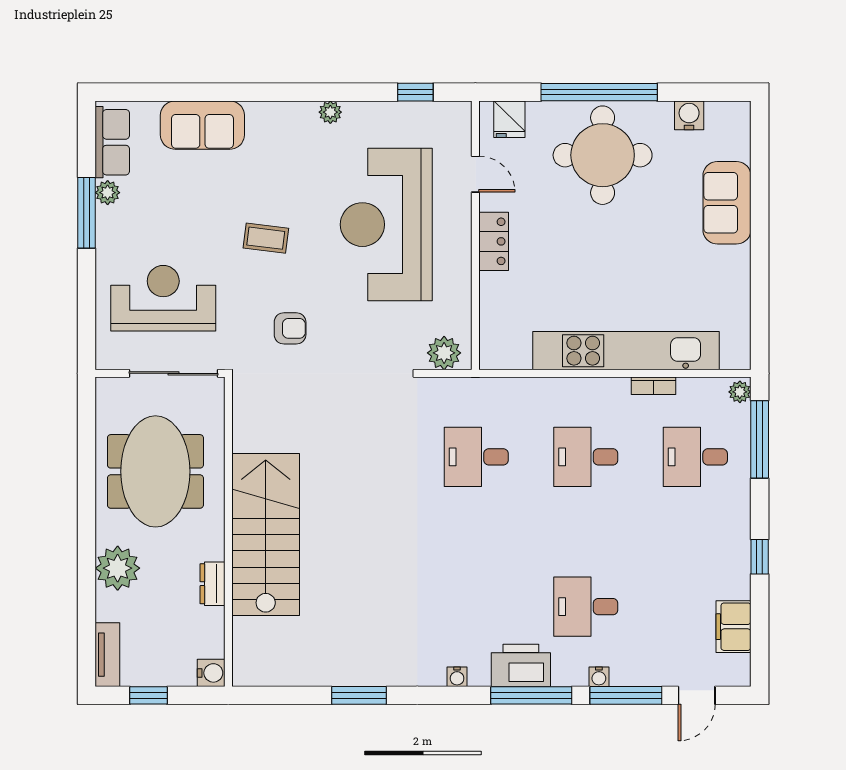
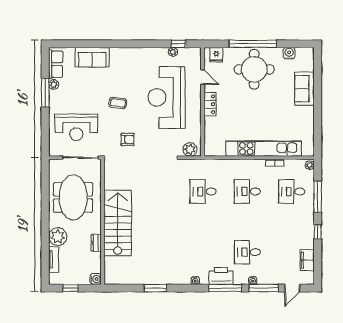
plant: (330, 112) -> (173, 52), moved
reception desk: (163, 298) -> (76, 127), turned 180
window: (760, 439) -> (318, 197), moved
tv unit: (107, 655) -> (54, 259), moved

